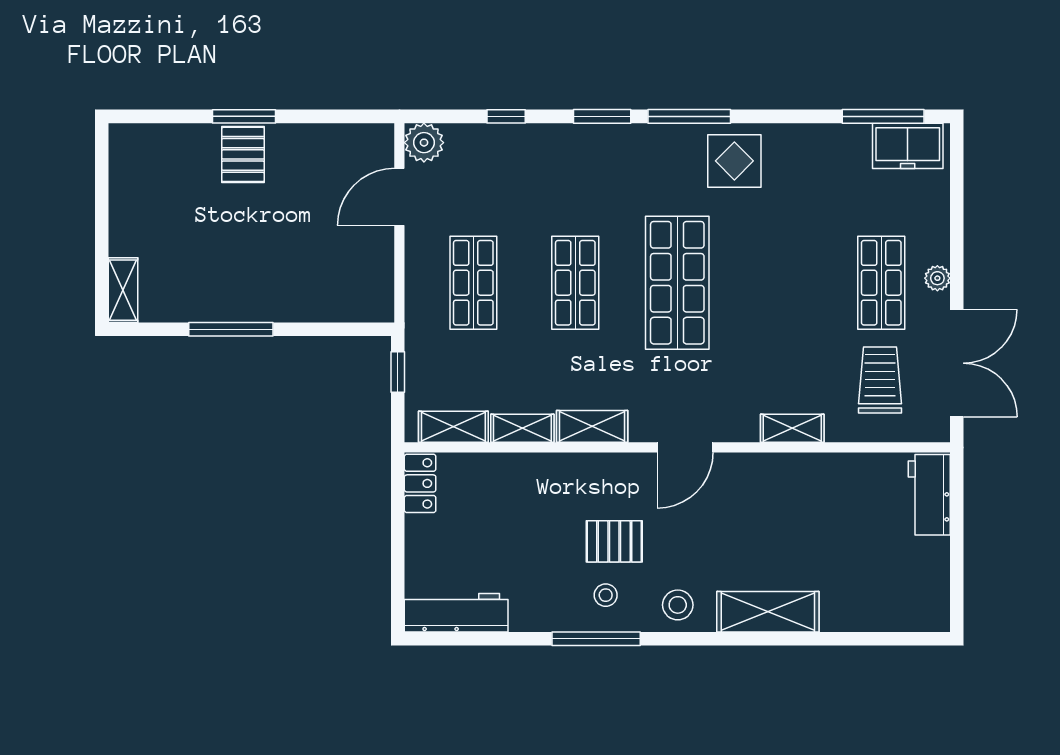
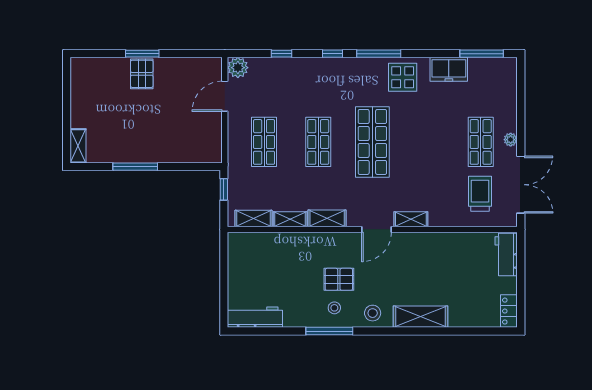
window: (602, 116) -> (332, 54), width x0.67
freezer: (908, 146) -> (449, 69), moved
shelving: (792, 428) -> (411, 219), moved
locker: (420, 483) -> (509, 311), moved, turned 180

